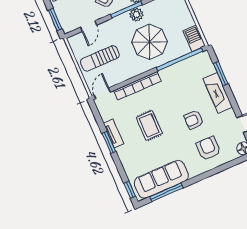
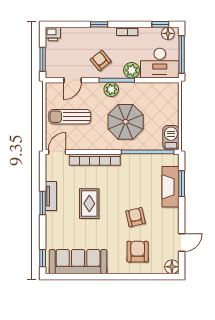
plant: (136, 15) -> (111, 89), moved
fireplace: (218, 93) -> (170, 187), moved
armchair: (194, 120) -> (135, 217), turned 77
window: (166, 192) -> (77, 277), removed

